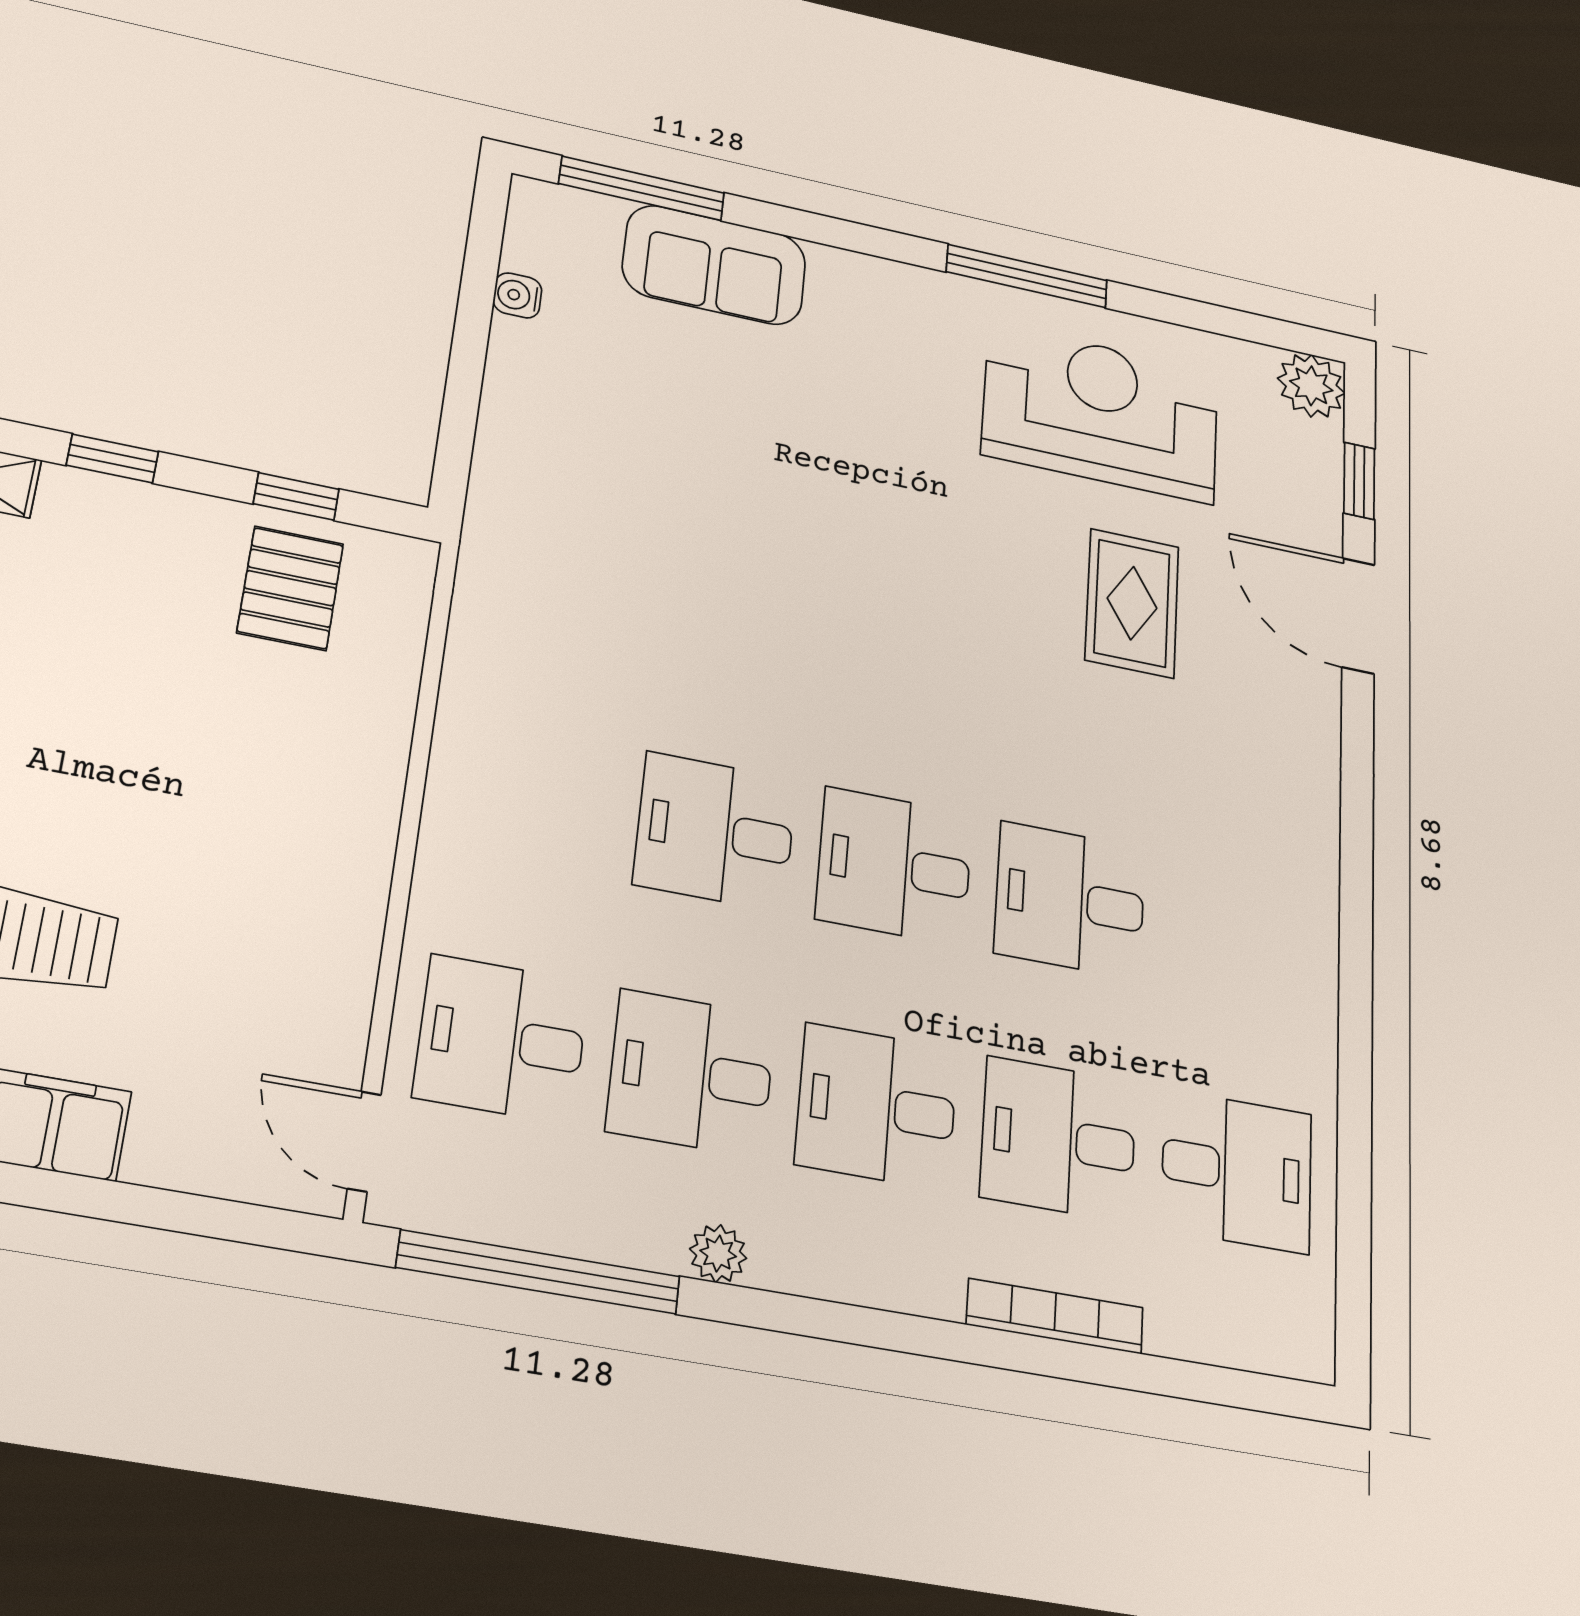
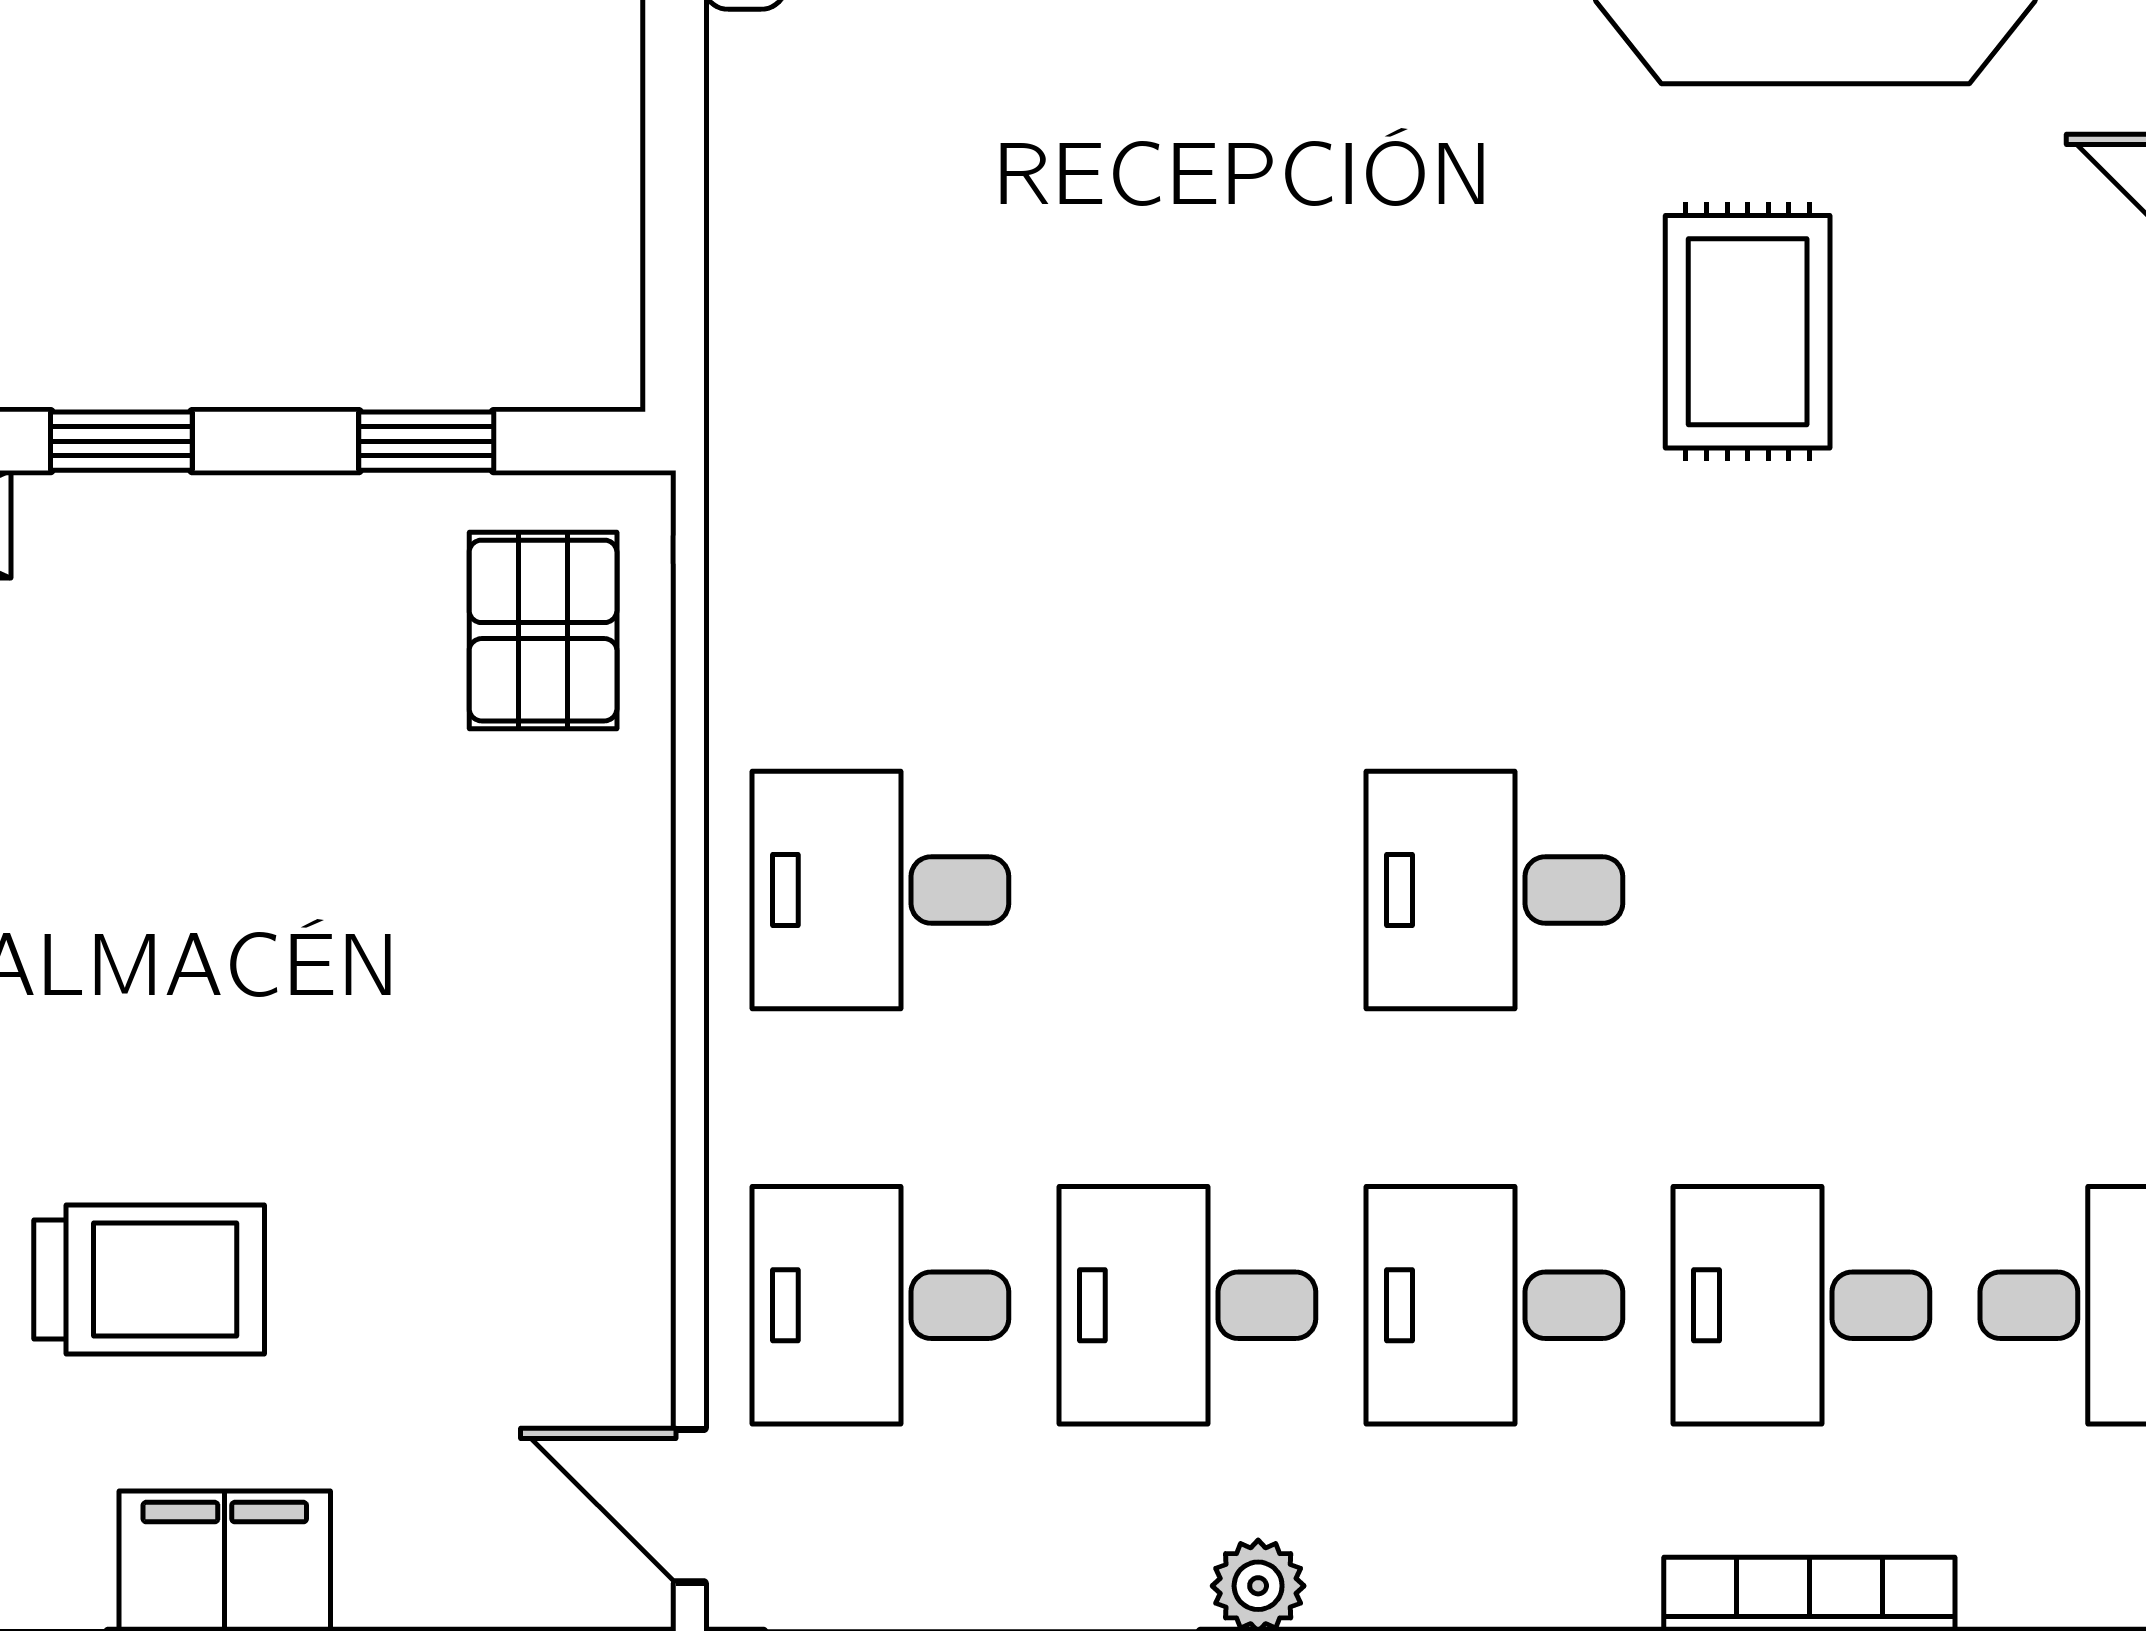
pallet: (290, 588) -> (543, 631), moved
rug: (1132, 603) -> (1748, 332), moved
desk: (715, 832) -> (880, 890), moved
desk: (1070, 900) -> (1801, 890), removed

